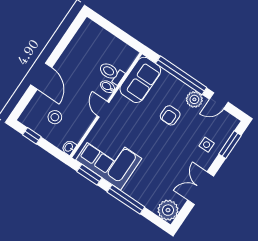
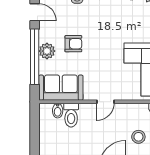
bidet: (108, 87) -> (58, 111), moved
plant: (194, 99) -> (47, 51), moved

